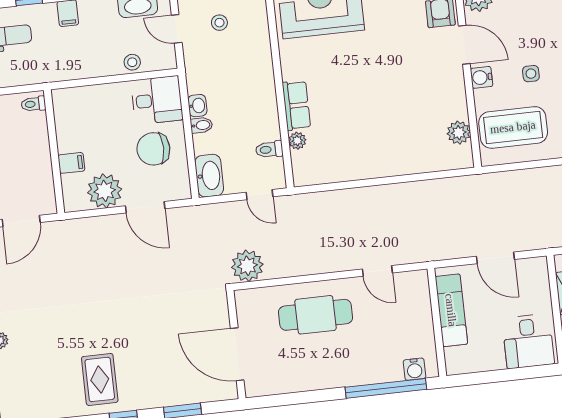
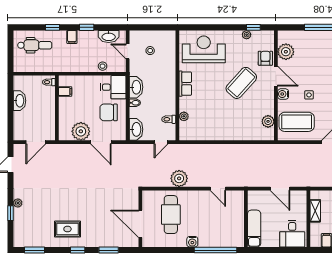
coffee table: (400, 65) -> (241, 83), added
row of seats: (296, 105) -> (185, 84), moved
washbasin: (197, 106) -> (136, 87), width x1.91, depth x1.45
filing cabinet: (71, 163) -> (65, 91), moved
door: (260, 195) -> (161, 142), hinge flipped
plant: (247, 266) -> (179, 178), moved
exam couch: (451, 310) -> (254, 229), moved
cafe table: (316, 315) -> (171, 215), moved, turned 90
water cooler: (414, 369) -> (192, 242), moved
rug: (100, 379) -> (67, 229), turned 90

